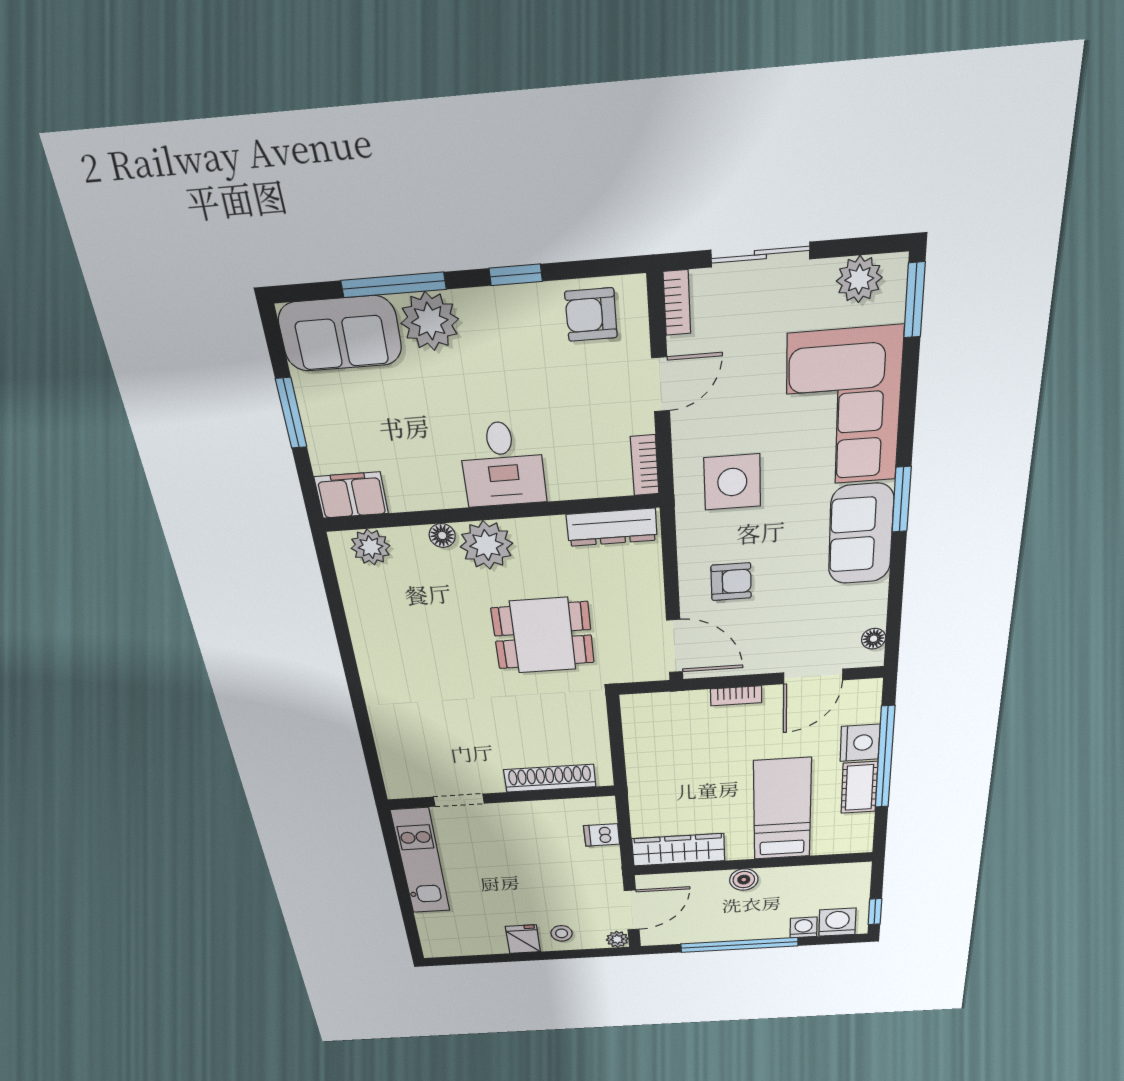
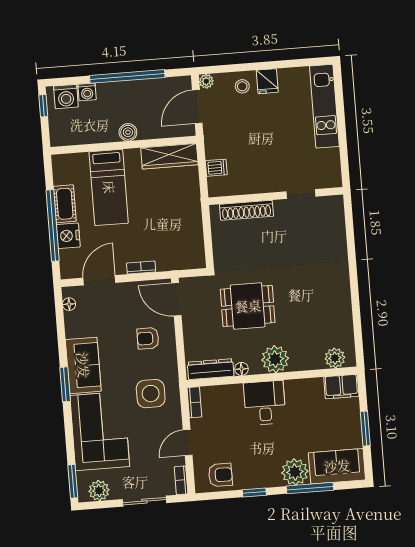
floor lamp: (442, 535) -> (241, 369), moved
kitchen unit: (421, 861) -> (324, 106), moved

